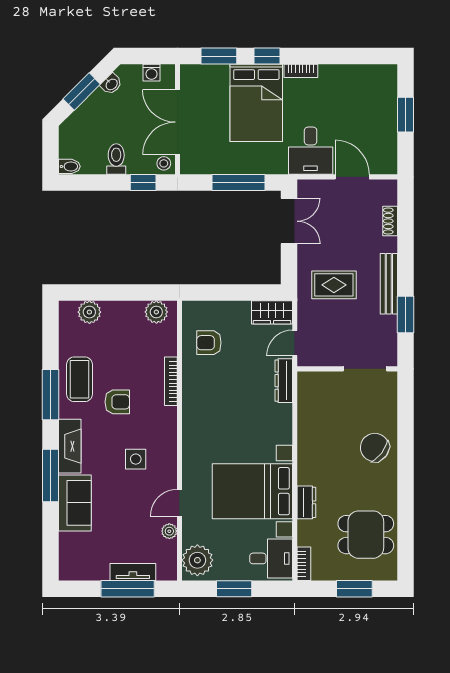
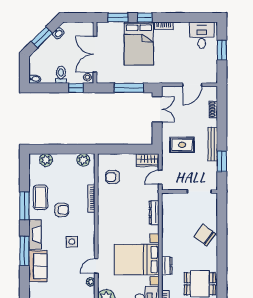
washing machine: (152, 73) -> (81, 27), removed
desk: (311, 151) -> (202, 35), moved, turned 180
door: (352, 177) -> (192, 85), swing flipped
dresser: (284, 381) -> (154, 213), moved

